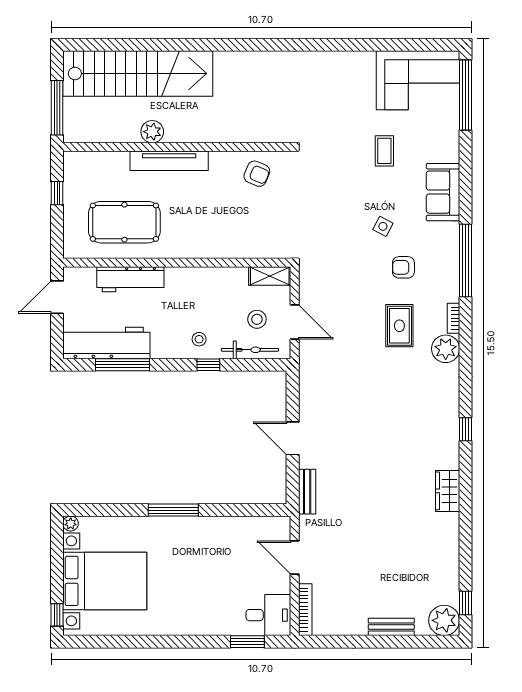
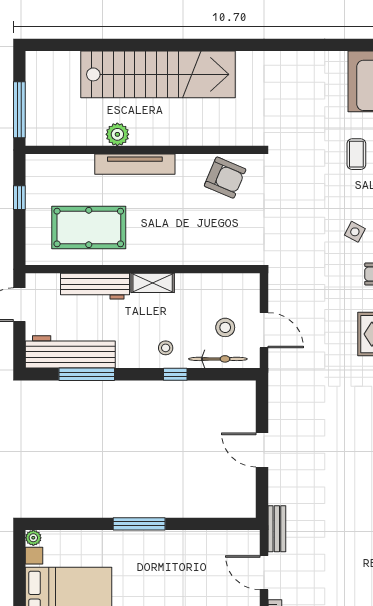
stairs: (138, 73) -> (158, 74), moved
armchair: (257, 174) -> (225, 178), width x1.38, depth x1.38
shelving: (270, 276) -> (153, 283), moved
bench: (307, 492) -> (277, 529), moved

